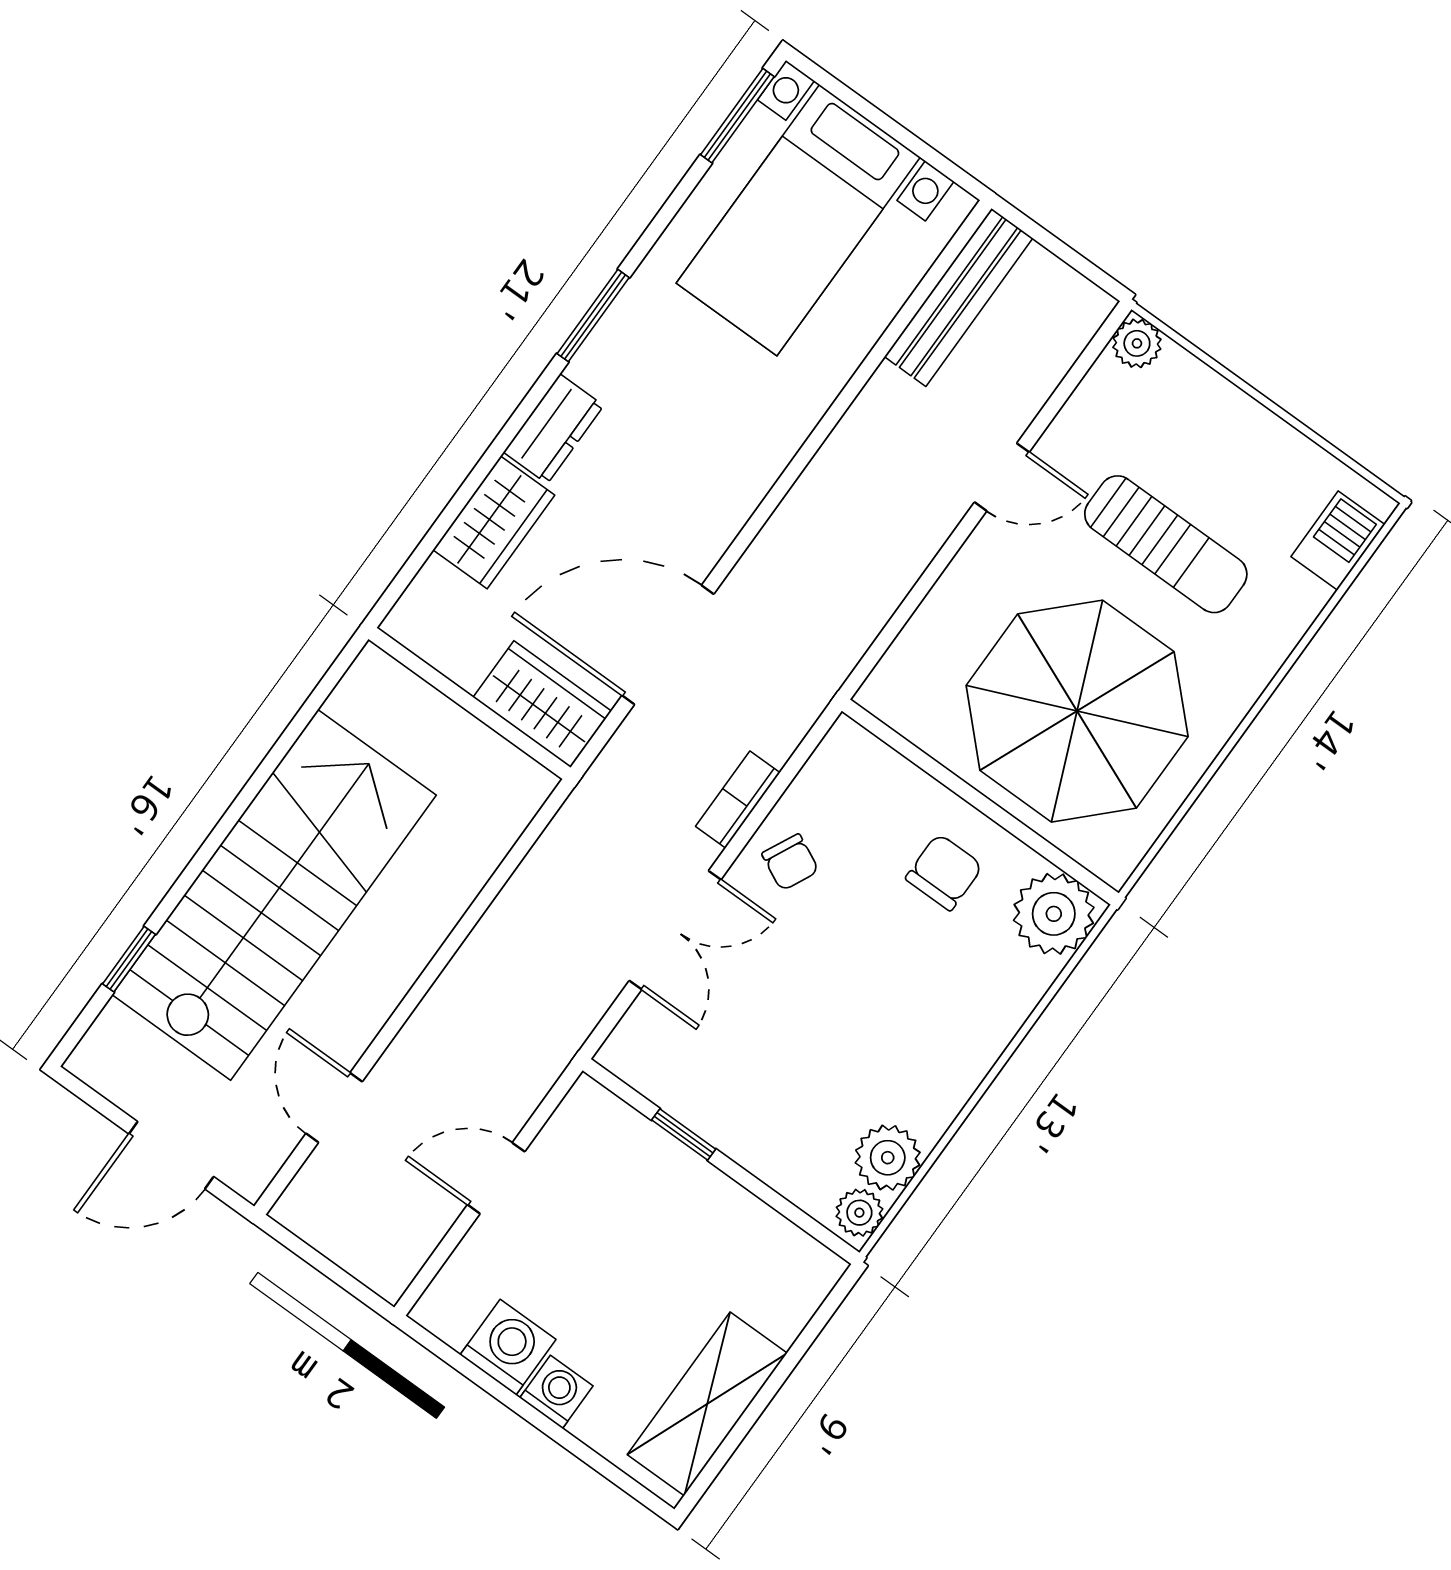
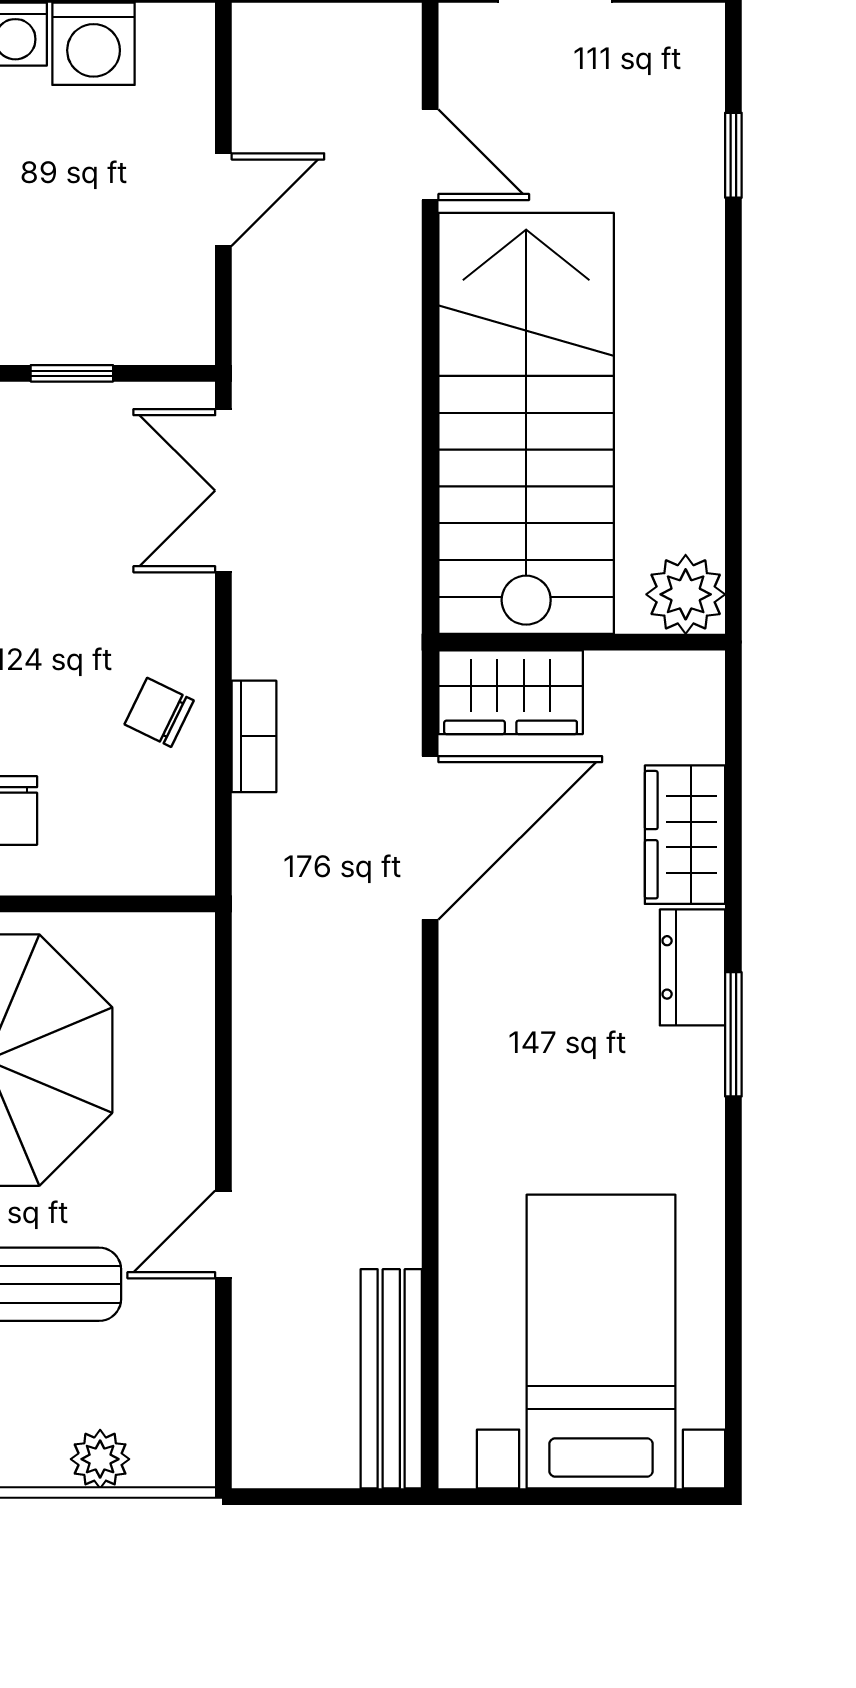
window: (737, 116) -> (733, 1400), removed
window: (593, 316) -> (733, 1034), moved
plant: (1137, 343) -> (100, 1459), moved
plant: (376, 685) -> (686, 594), added
stairs: (274, 895) -> (526, 423), moved, turned 180
double door: (675, 930) -> (223, 491), moved

